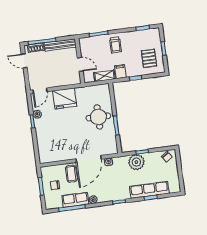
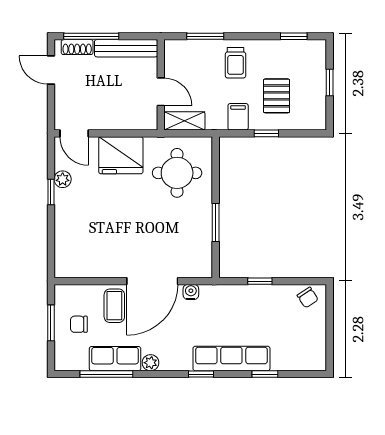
pallet: (149, 58) -> (277, 96), moved
shelving: (105, 76) -> (184, 121), moved
door: (40, 91) -> (74, 133), hinge flipped
round table: (98, 117) -> (177, 173), moved
plant: (136, 162) -> (246, 300), removed
row of seats: (149, 190) -> (231, 358), moved

